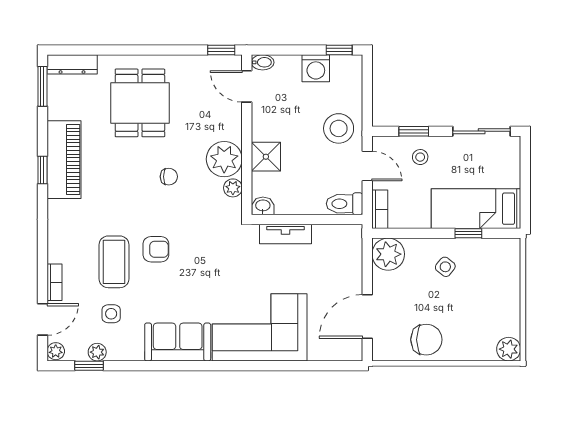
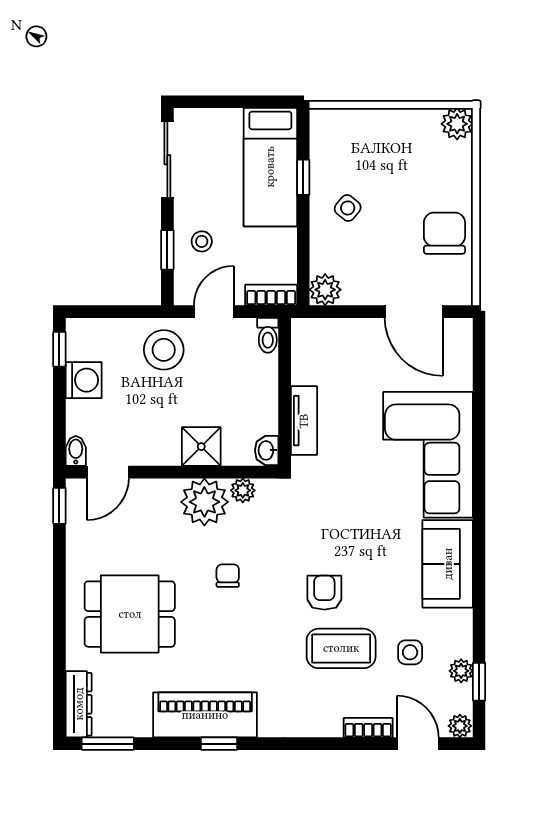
toilet: (345, 204) -> (268, 335), width x0.73, depth x0.72
plant: (388, 254) -> (325, 290), width x0.73, depth x0.73

